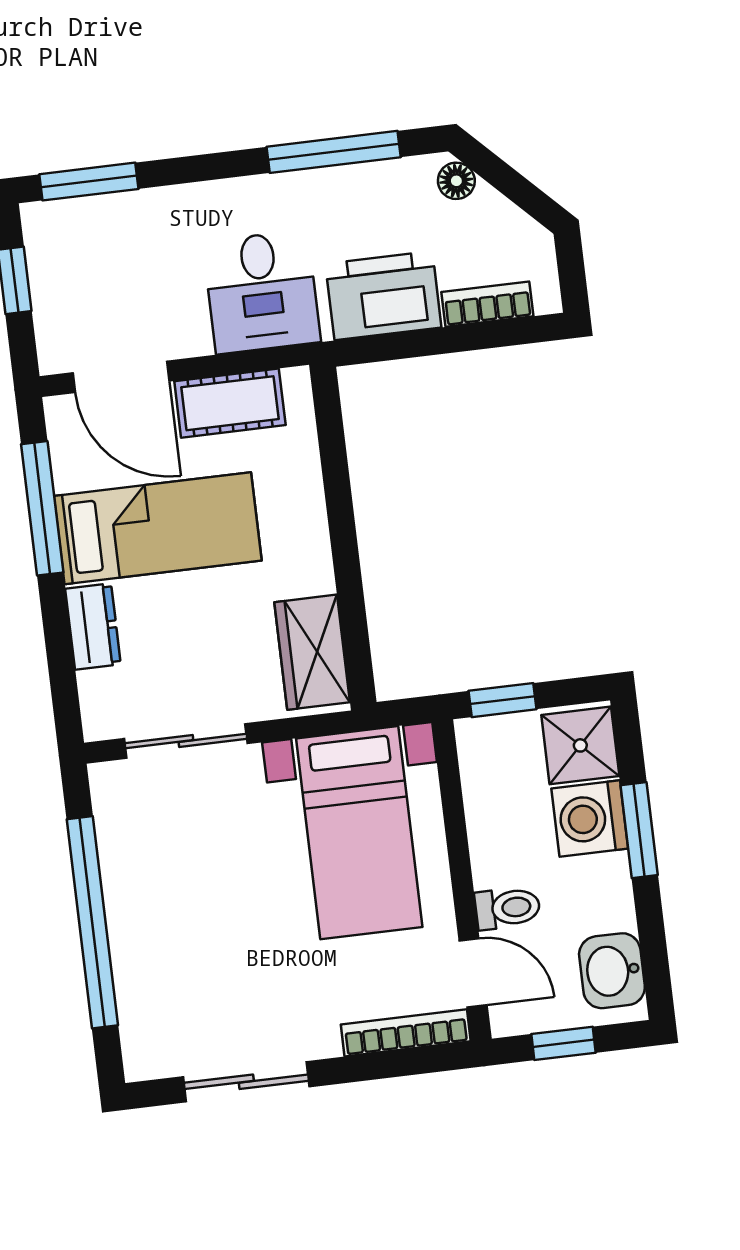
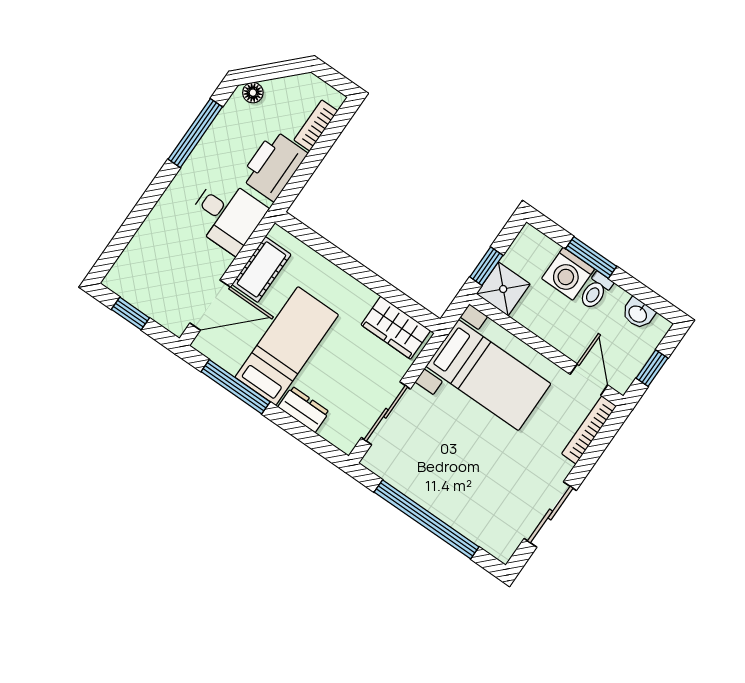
window: (89, 182) -> (117, 246), removed
shower: (580, 745) -> (503, 289), moved
toilet: (508, 908) -> (596, 291), moved, turned 180
washbasin: (612, 971) -> (638, 313), width x0.72, depth x0.69
door: (473, 973) -> (589, 380), hinge flipped

